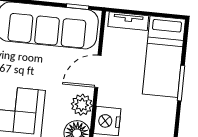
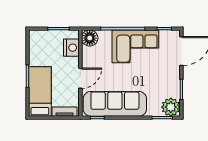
plant: (82, 105) -> (88, 56), removed

